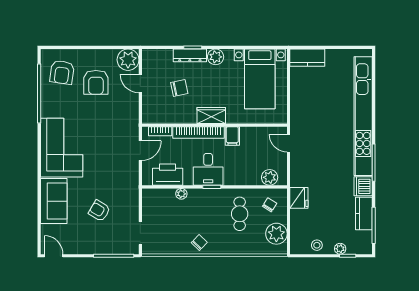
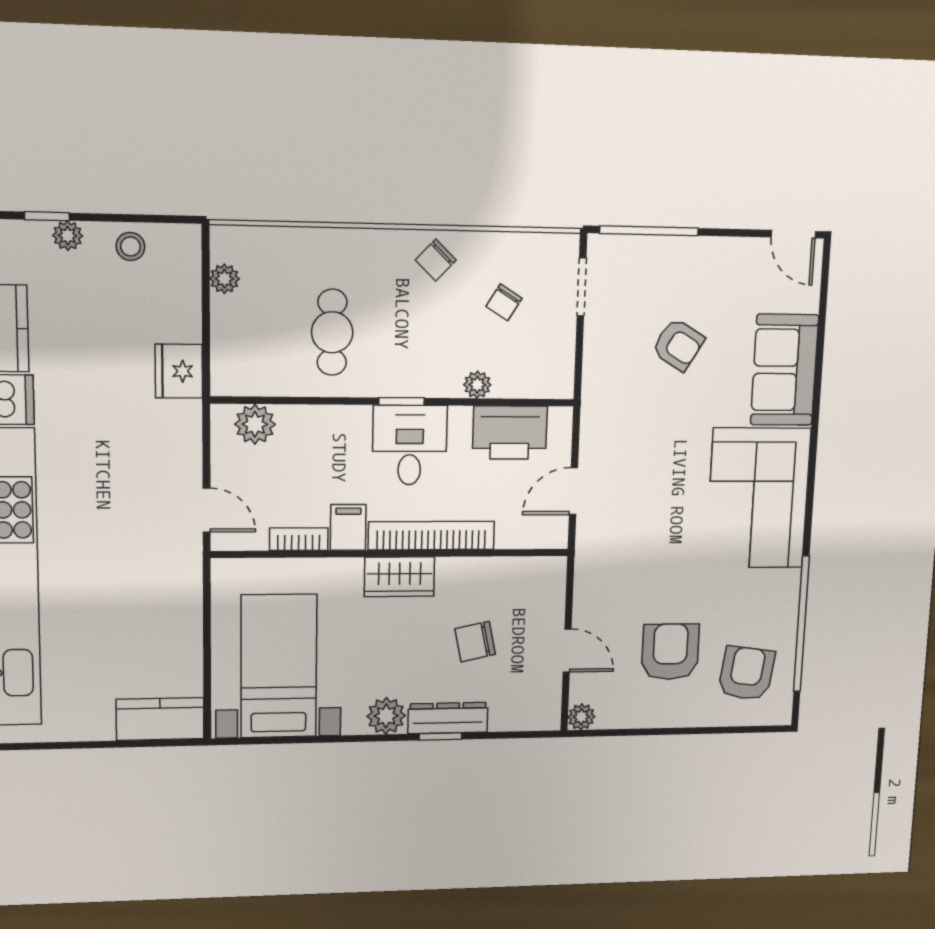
plant: (128, 60) -> (581, 717), width x0.53, depth x0.53
bookcase: (160, 131) -> (299, 539), moved
chair: (270, 205) -> (504, 302), moved
plant: (276, 234) -> (224, 279), width x0.53, depth x0.53

